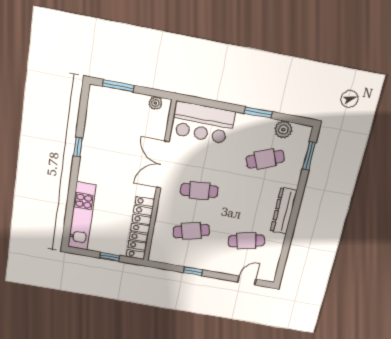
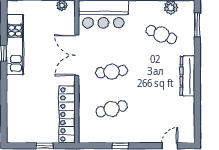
cafe table: (265, 159) -> (161, 34), turned 42
kitchen unit: (82, 216) -> (15, 45), moved
cafe table: (246, 241) -> (161, 109), removed

